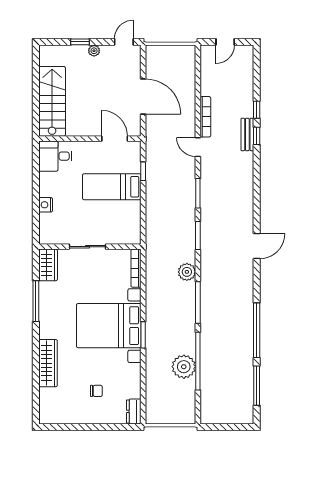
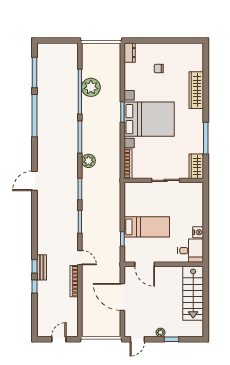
nightstand: (46, 205) -> (198, 232), moved

